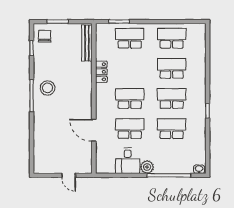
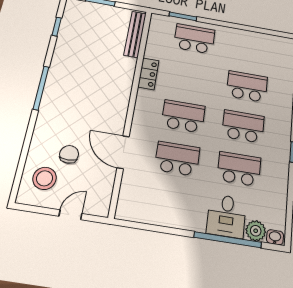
chair: (44, 36) -> (69, 154), moved
school desk: (172, 38) -> (251, 49), removed
stool: (48, 88) -> (45, 178), moved
desk: (128, 161) -> (227, 216), moved
plant: (147, 167) -> (256, 231), moved
door: (69, 175) -> (70, 215), swing flipped

